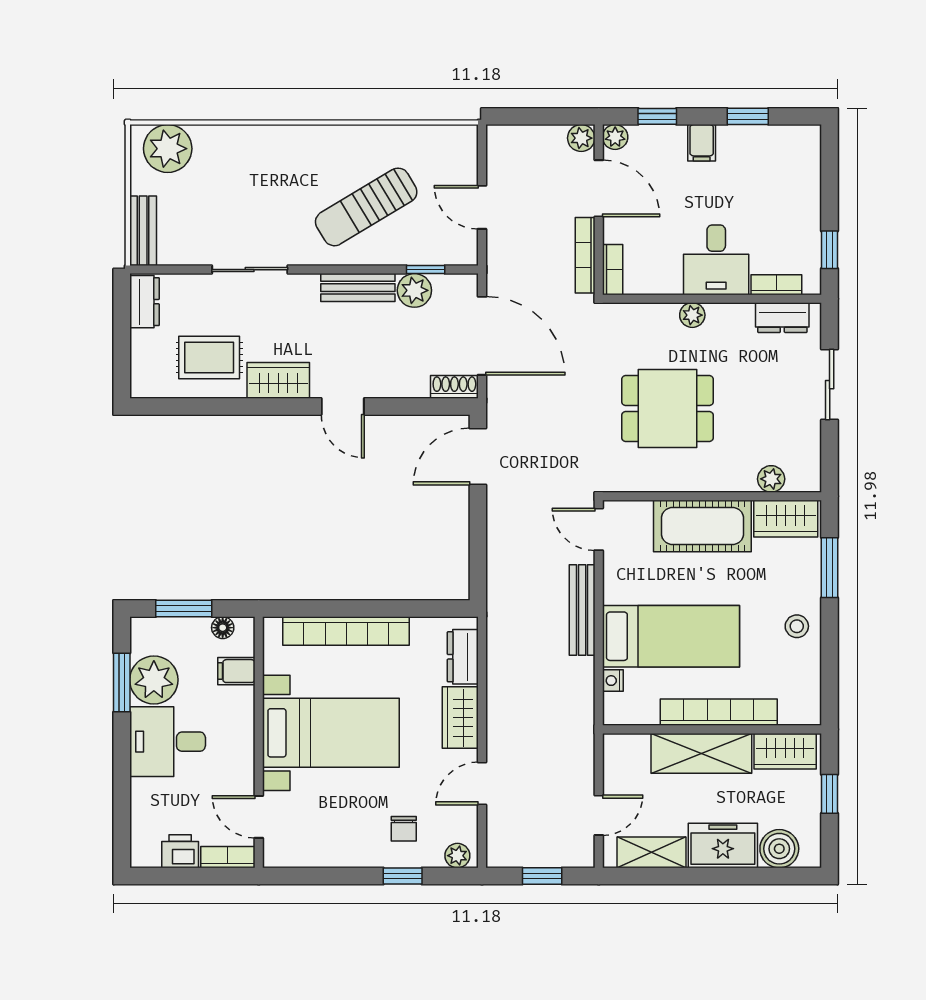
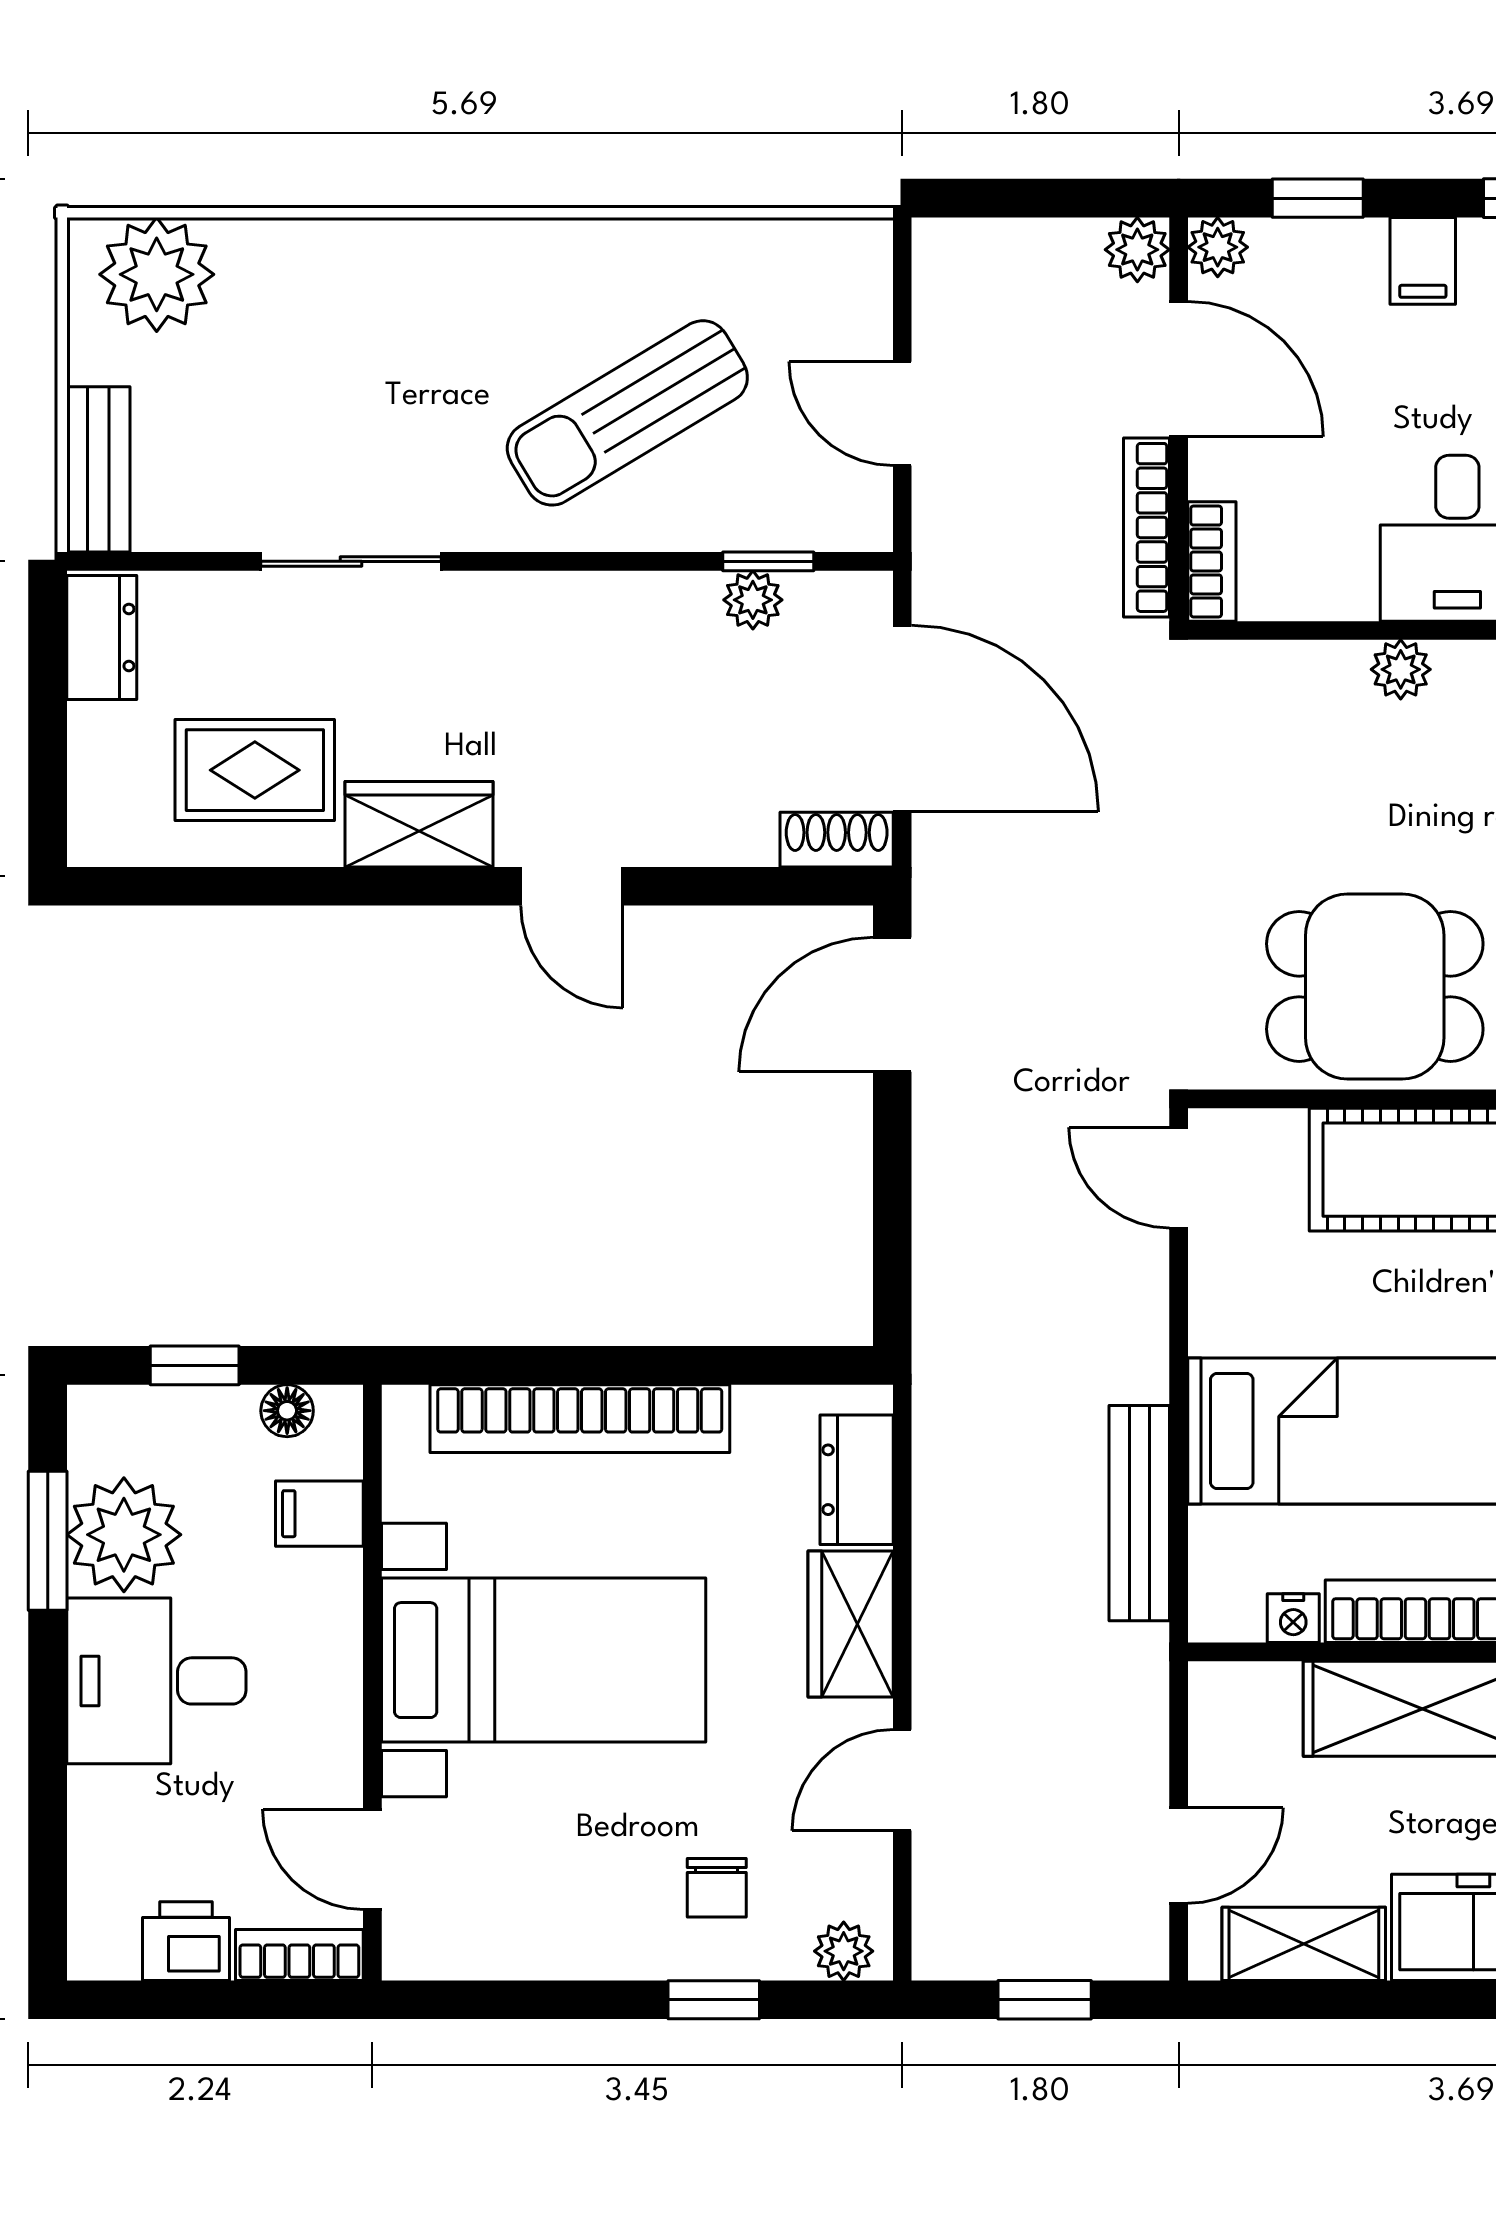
bench: (358, 288) -> (608, 604), removed
plant: (414, 290) -> (753, 600), width x0.73, depth x0.73
dining table: (667, 409) -> (1375, 986), moved
window: (184, 609) -> (195, 1365), width x0.67
bench: (582, 610) -> (1139, 1513), moved
nightstand: (613, 681) -> (1293, 1618), moved, turned -90

